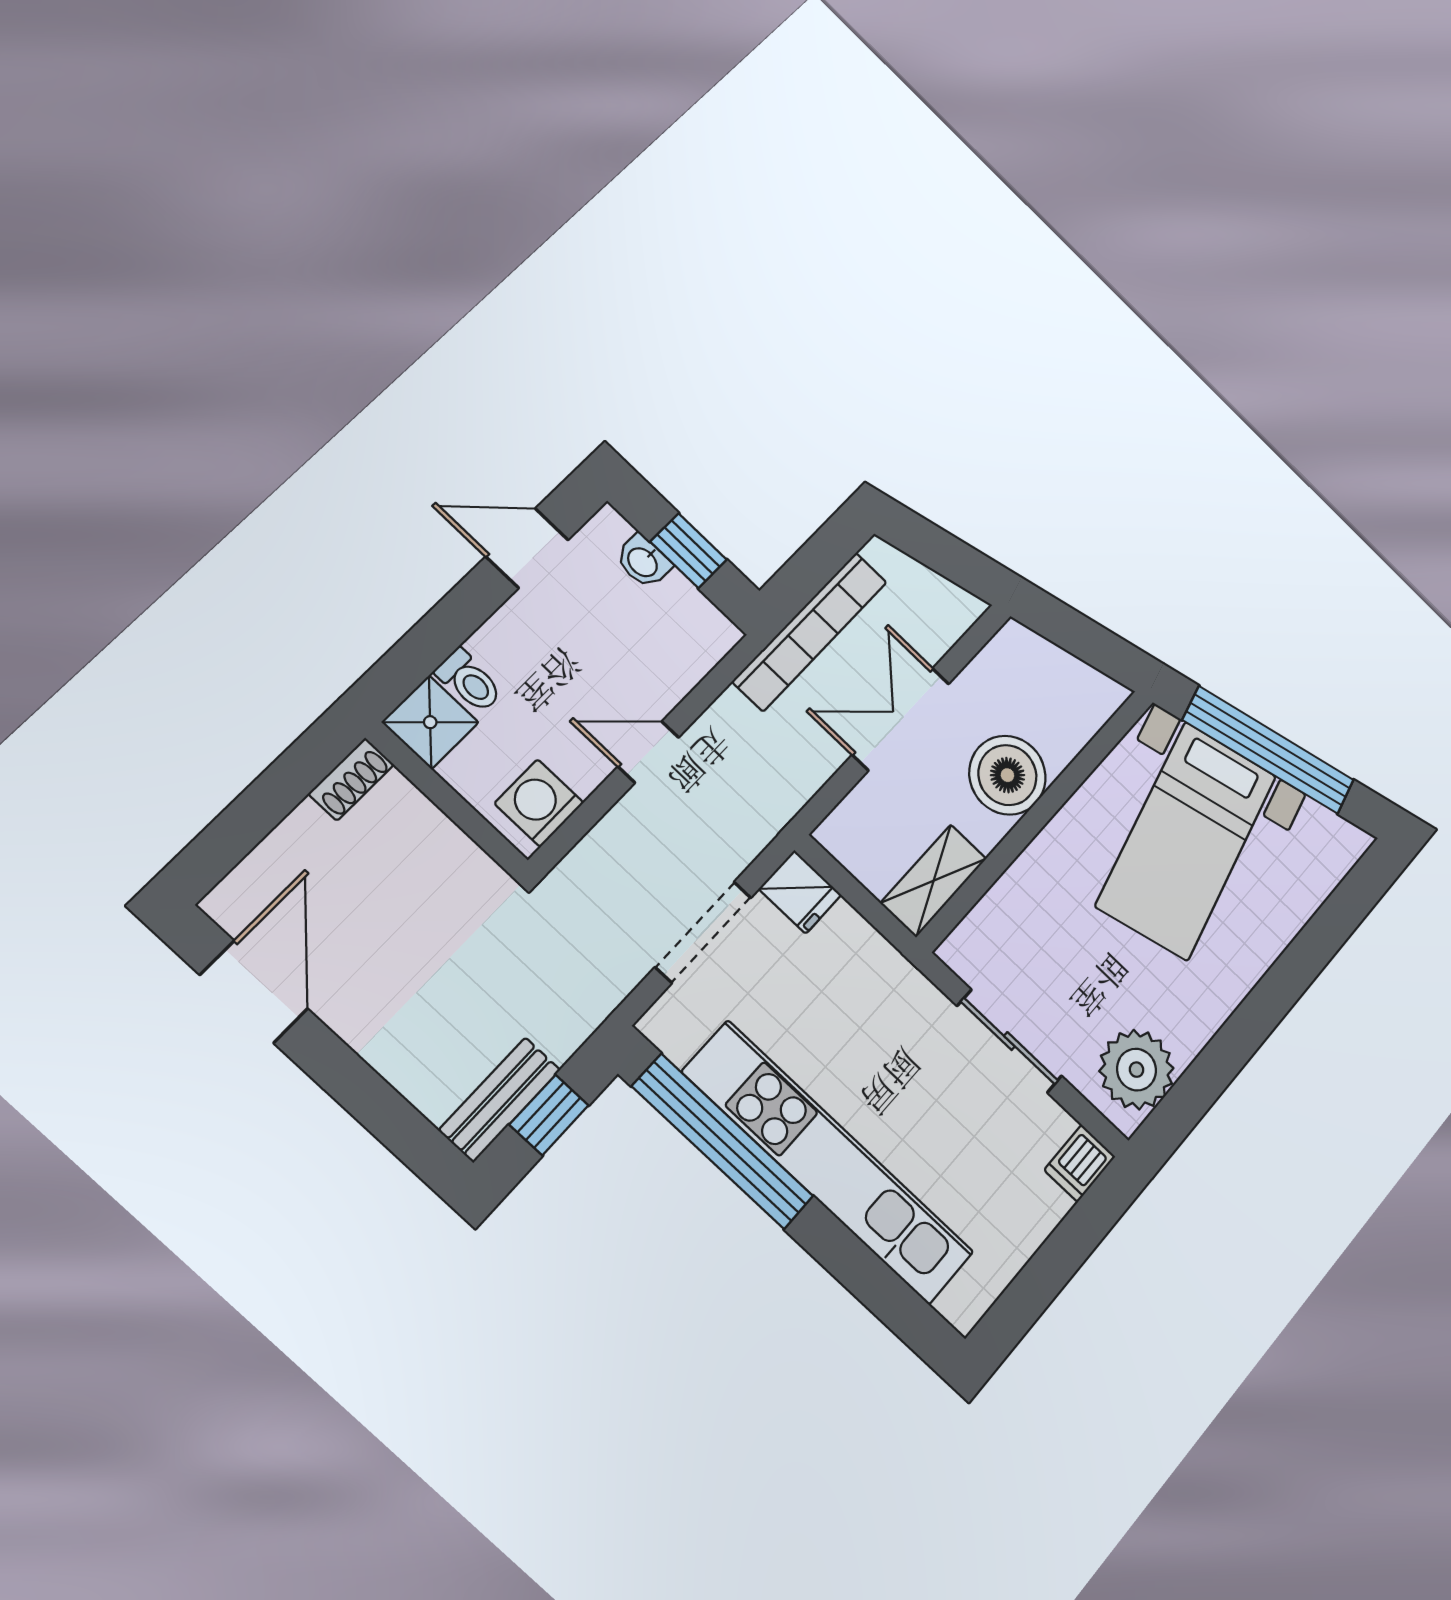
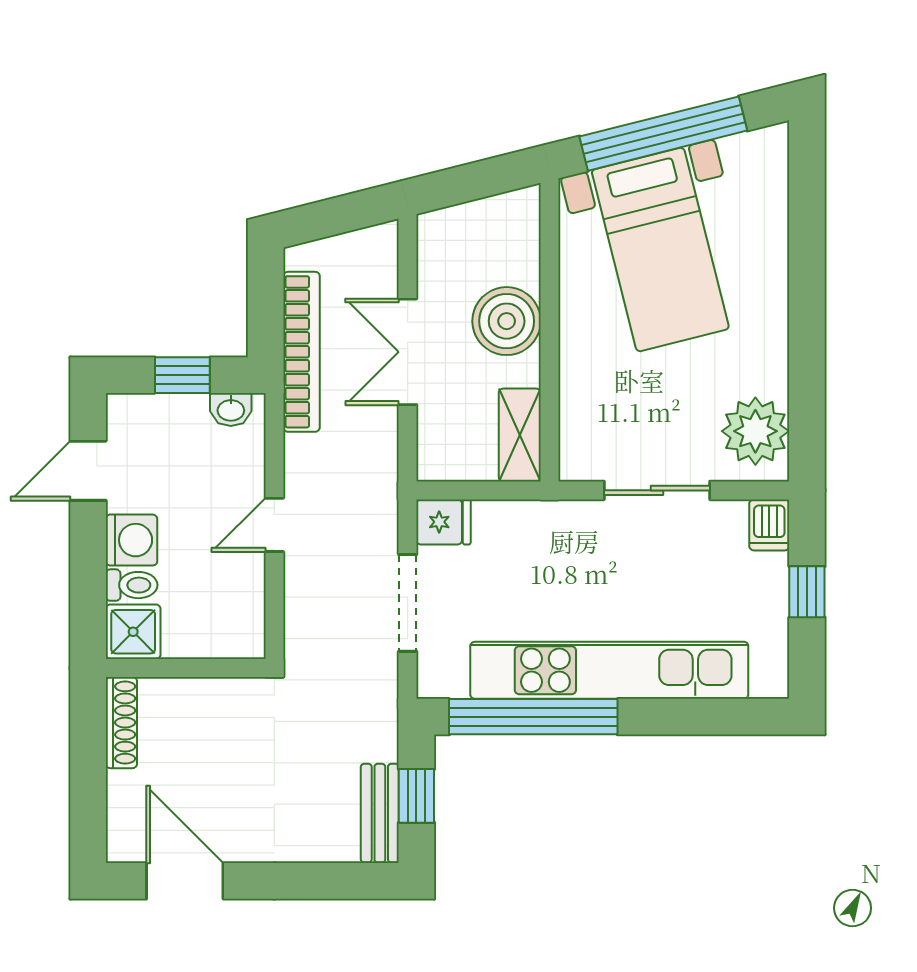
washbasin: (643, 561) -> (231, 409), moved
shoe rack: (351, 779) -> (121, 723), width x1.43
washing machine: (539, 803) -> (131, 540), moved, turned 180
window: (1062, 1254) -> (807, 592), added

